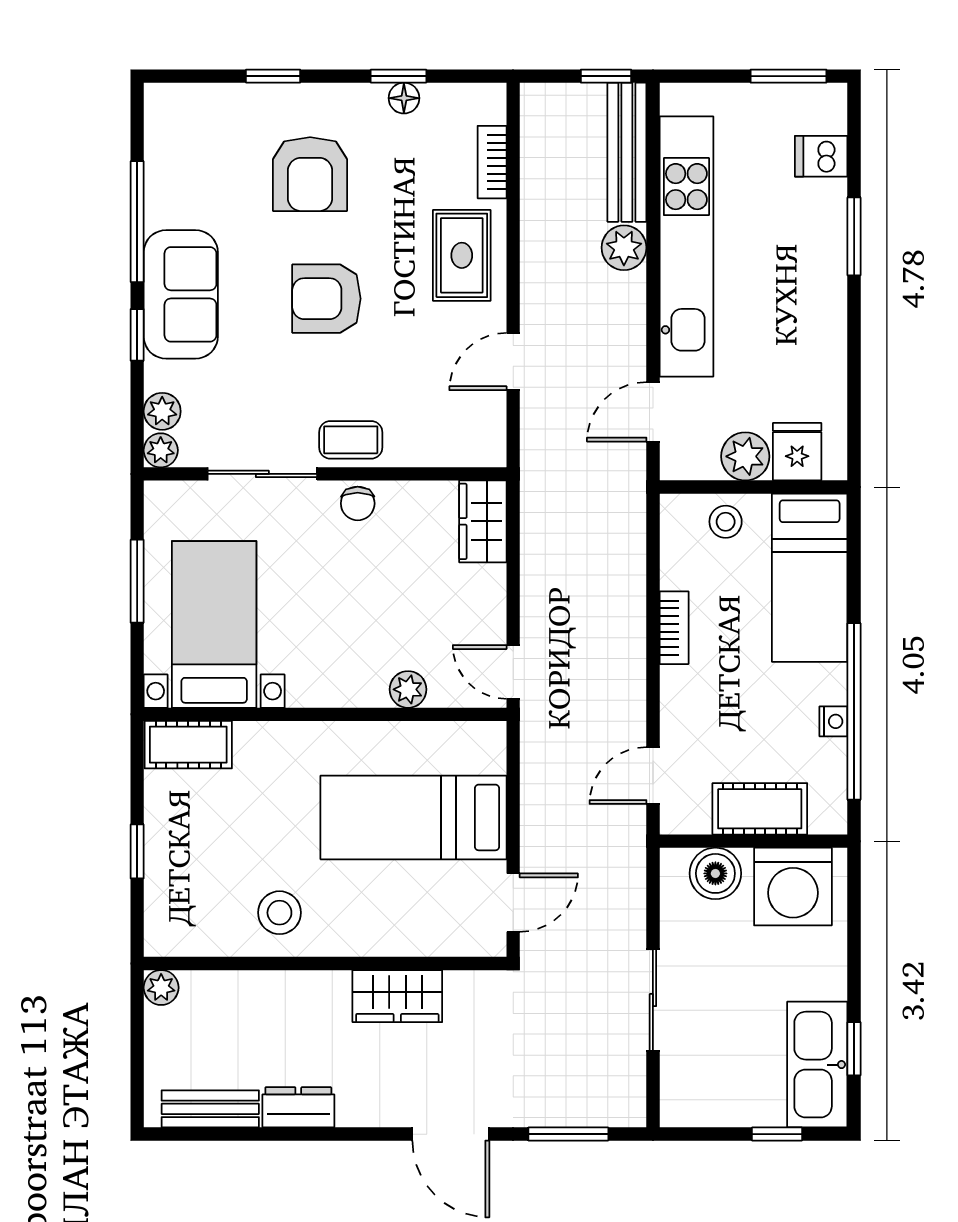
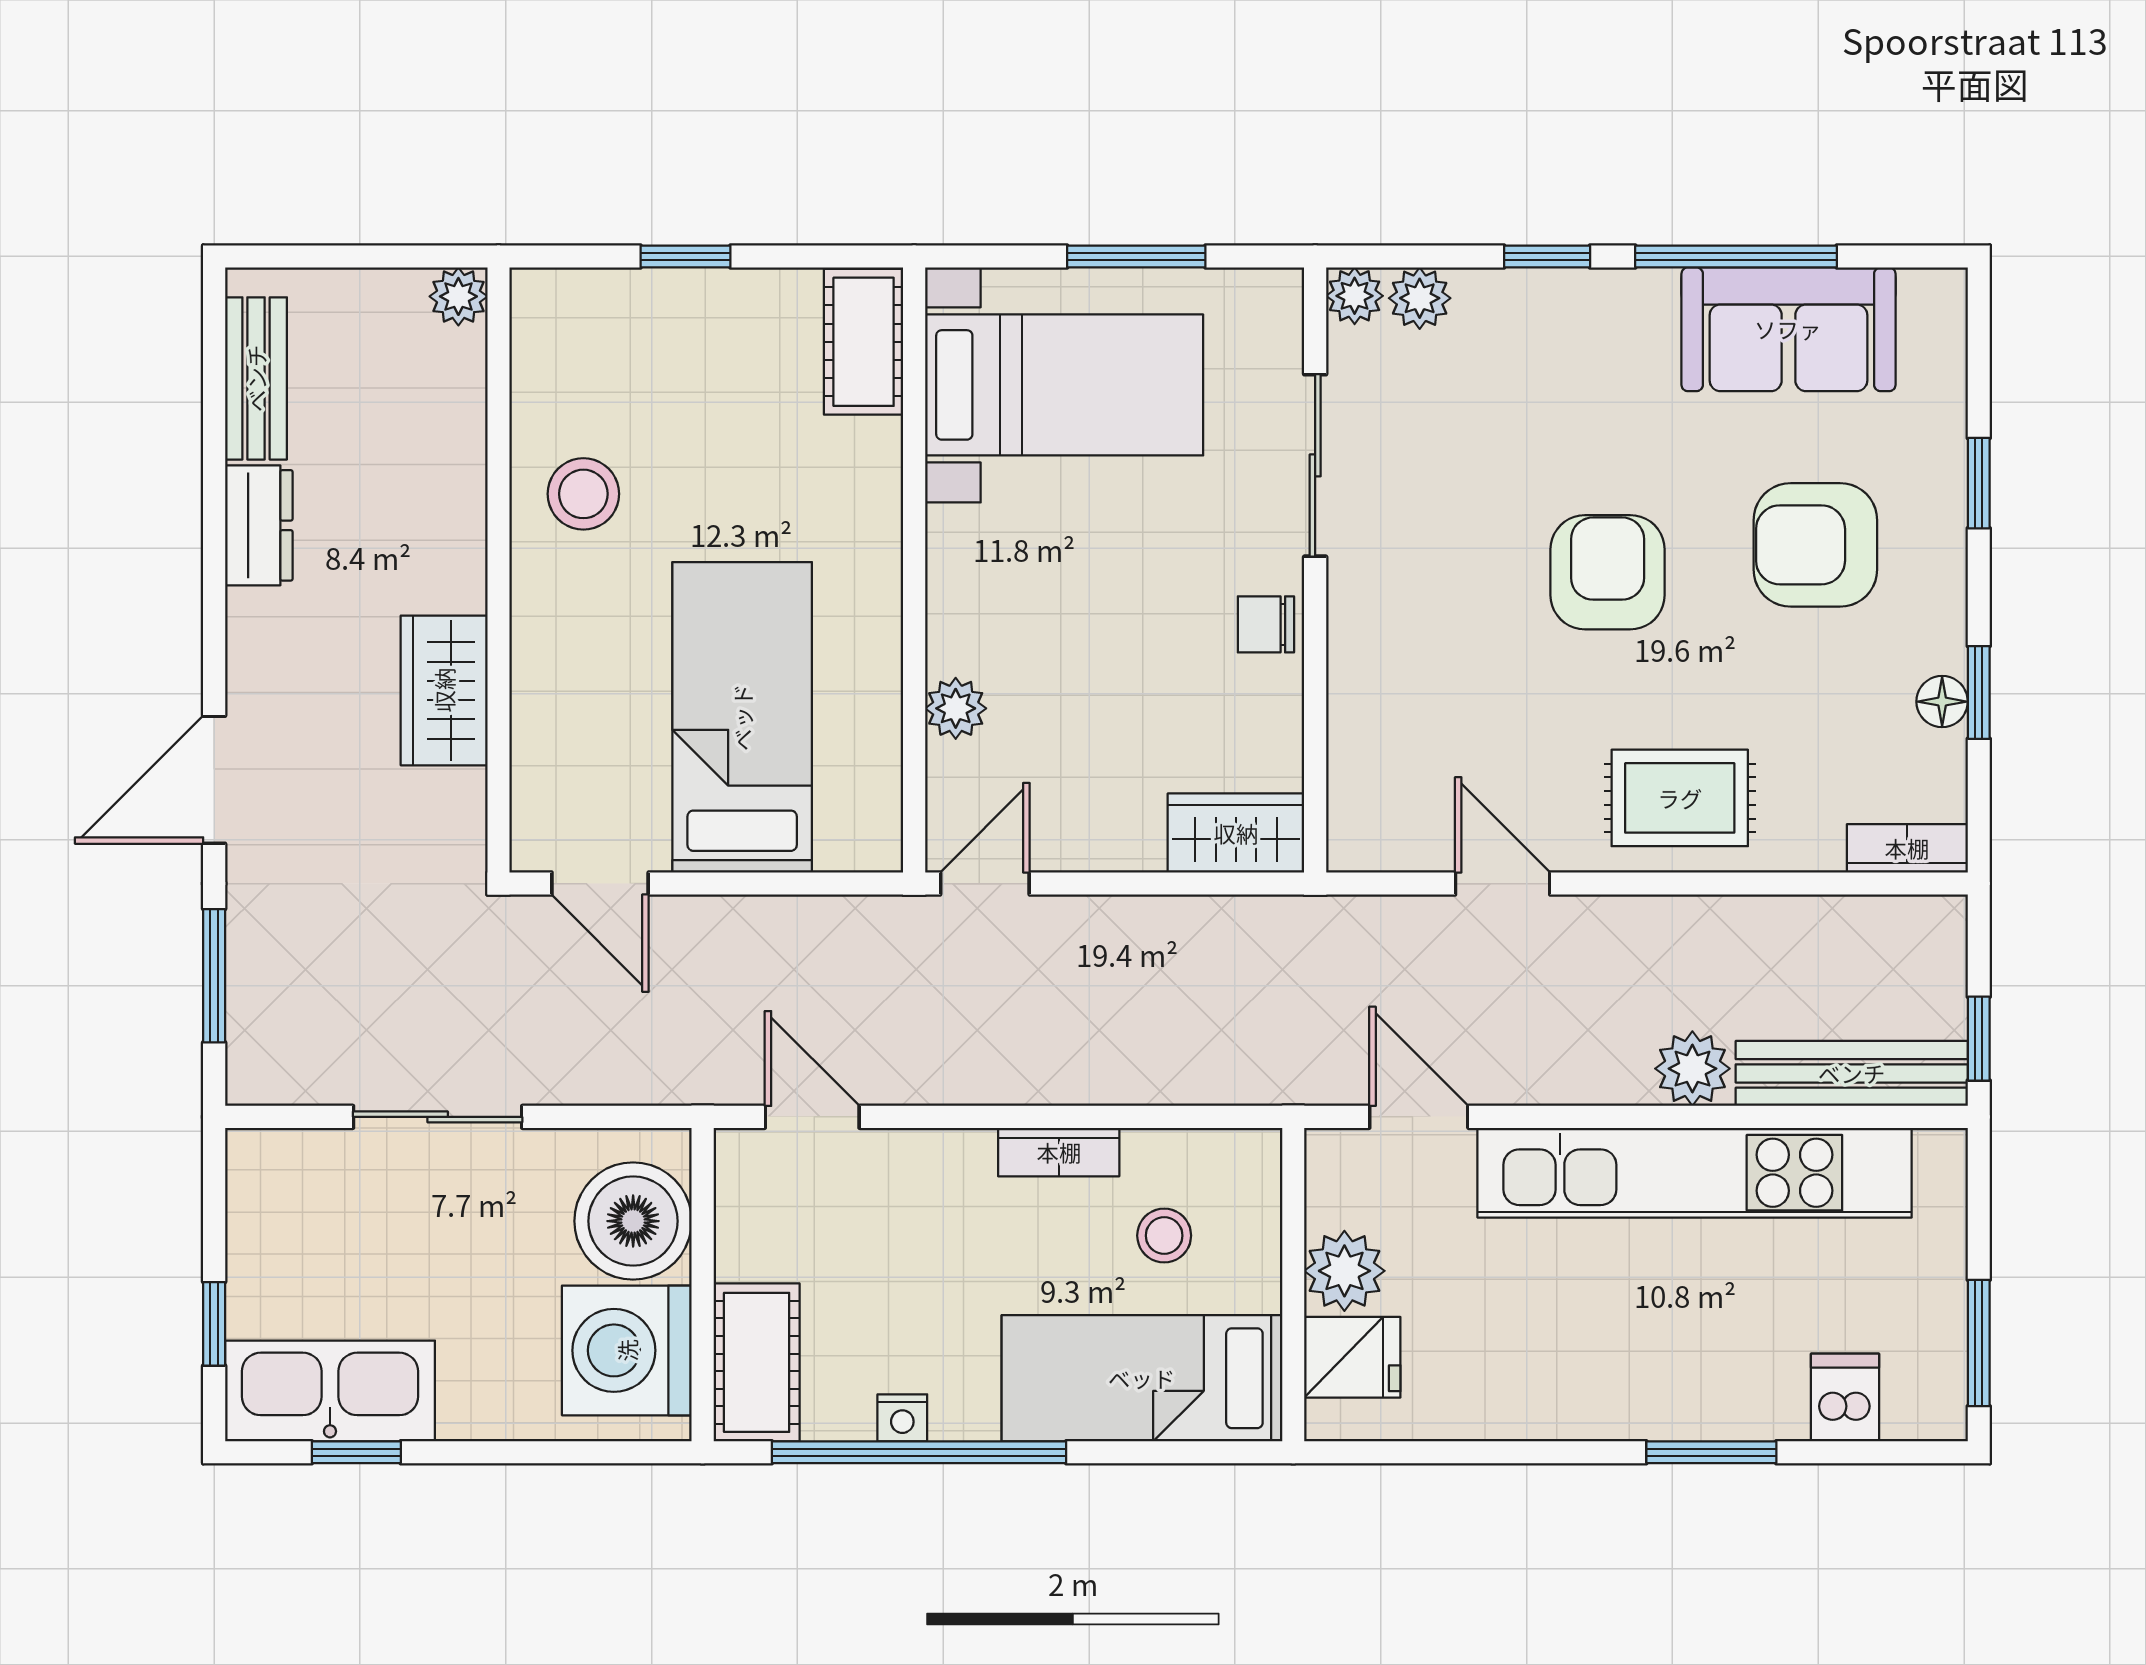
bookcase: (492, 162) -> (1907, 848), moved
sofa: (181, 294) -> (1788, 329), moved
coffee table: (351, 440) -> (1372, 613), removed
stool: (726, 522) -> (1164, 1236), moved
cot: (760, 809) -> (757, 1362), moved
boiler: (715, 873) -> (633, 1221), width x1.37, depth x1.37

